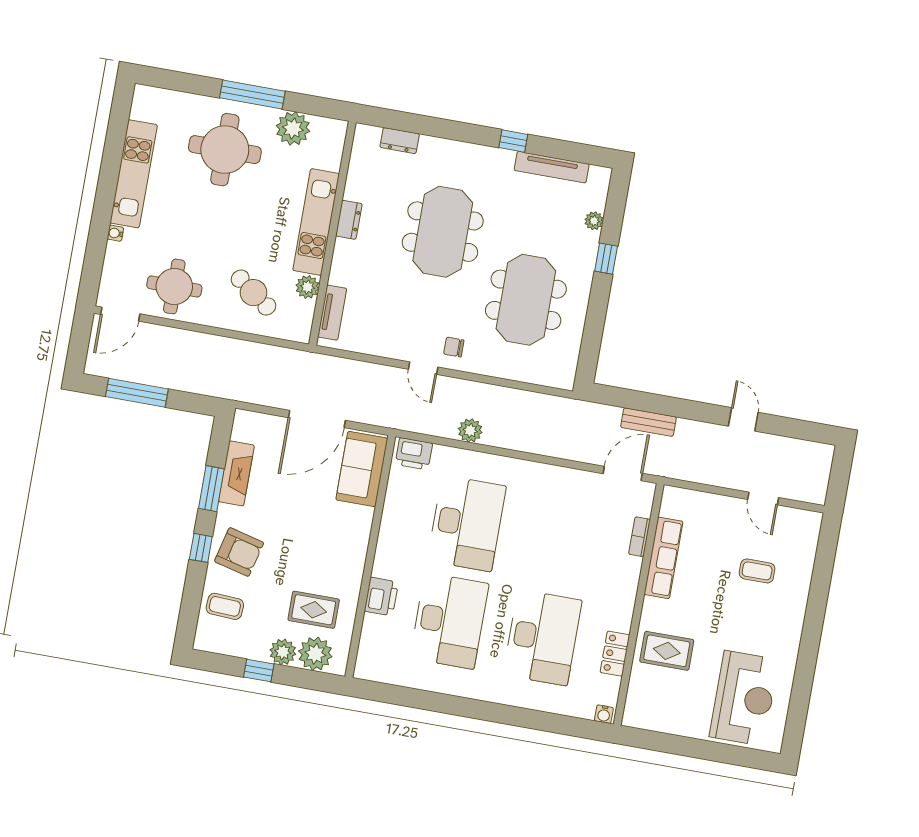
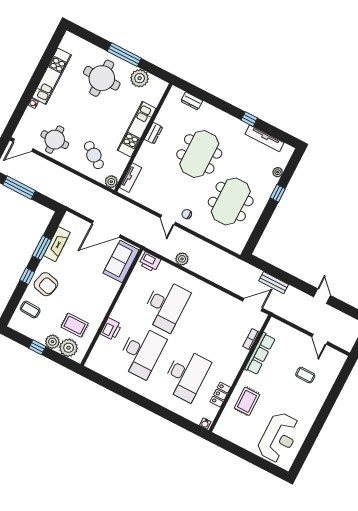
plant: (307, 287) -> (111, 182), moved
rug: (667, 651) -> (247, 401), turned 90

